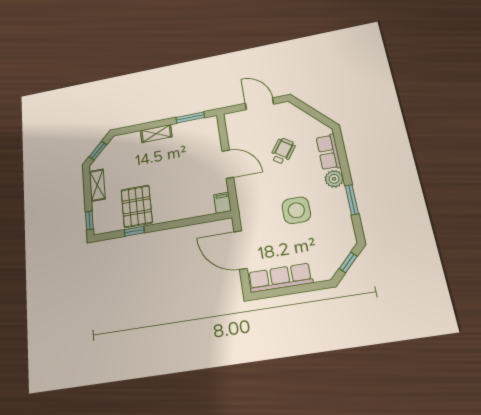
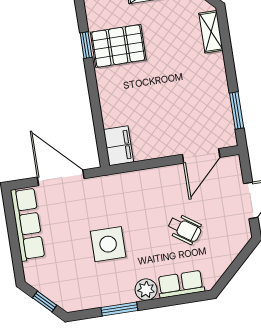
shelving: (156, 134) -> (211, 32), moved
door: (228, 164) -> (201, 156), moved
filing cabinet: (222, 203) -> (118, 146), width x2.00
door: (241, 250) -> (61, 178), hinge flipped

